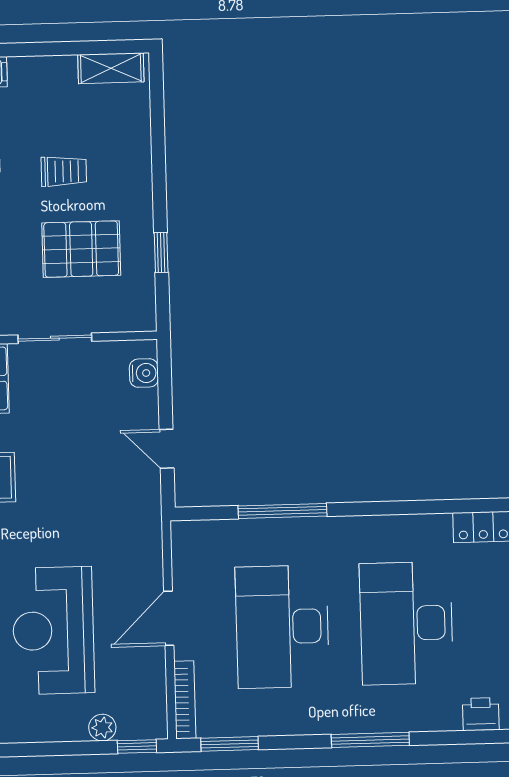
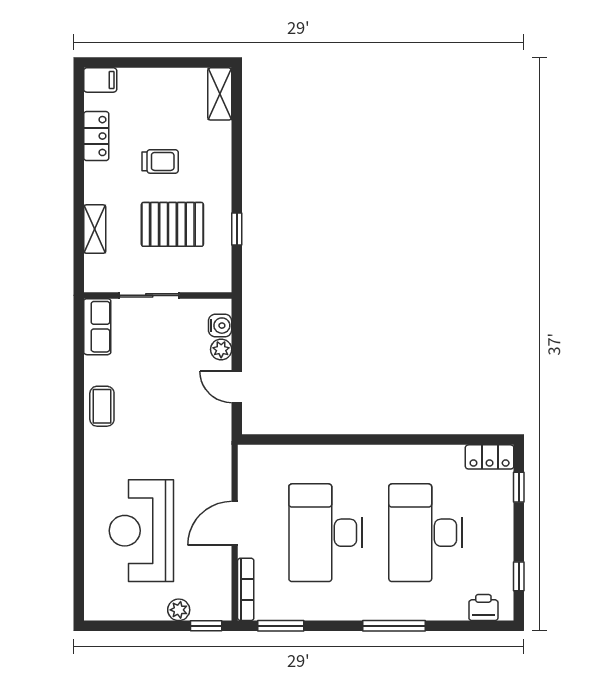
shelving: (111, 68) -> (220, 94), moved, turned 90
plant: (146, 403) -> (221, 349), added
window: (282, 511) -> (328, 440), removed

